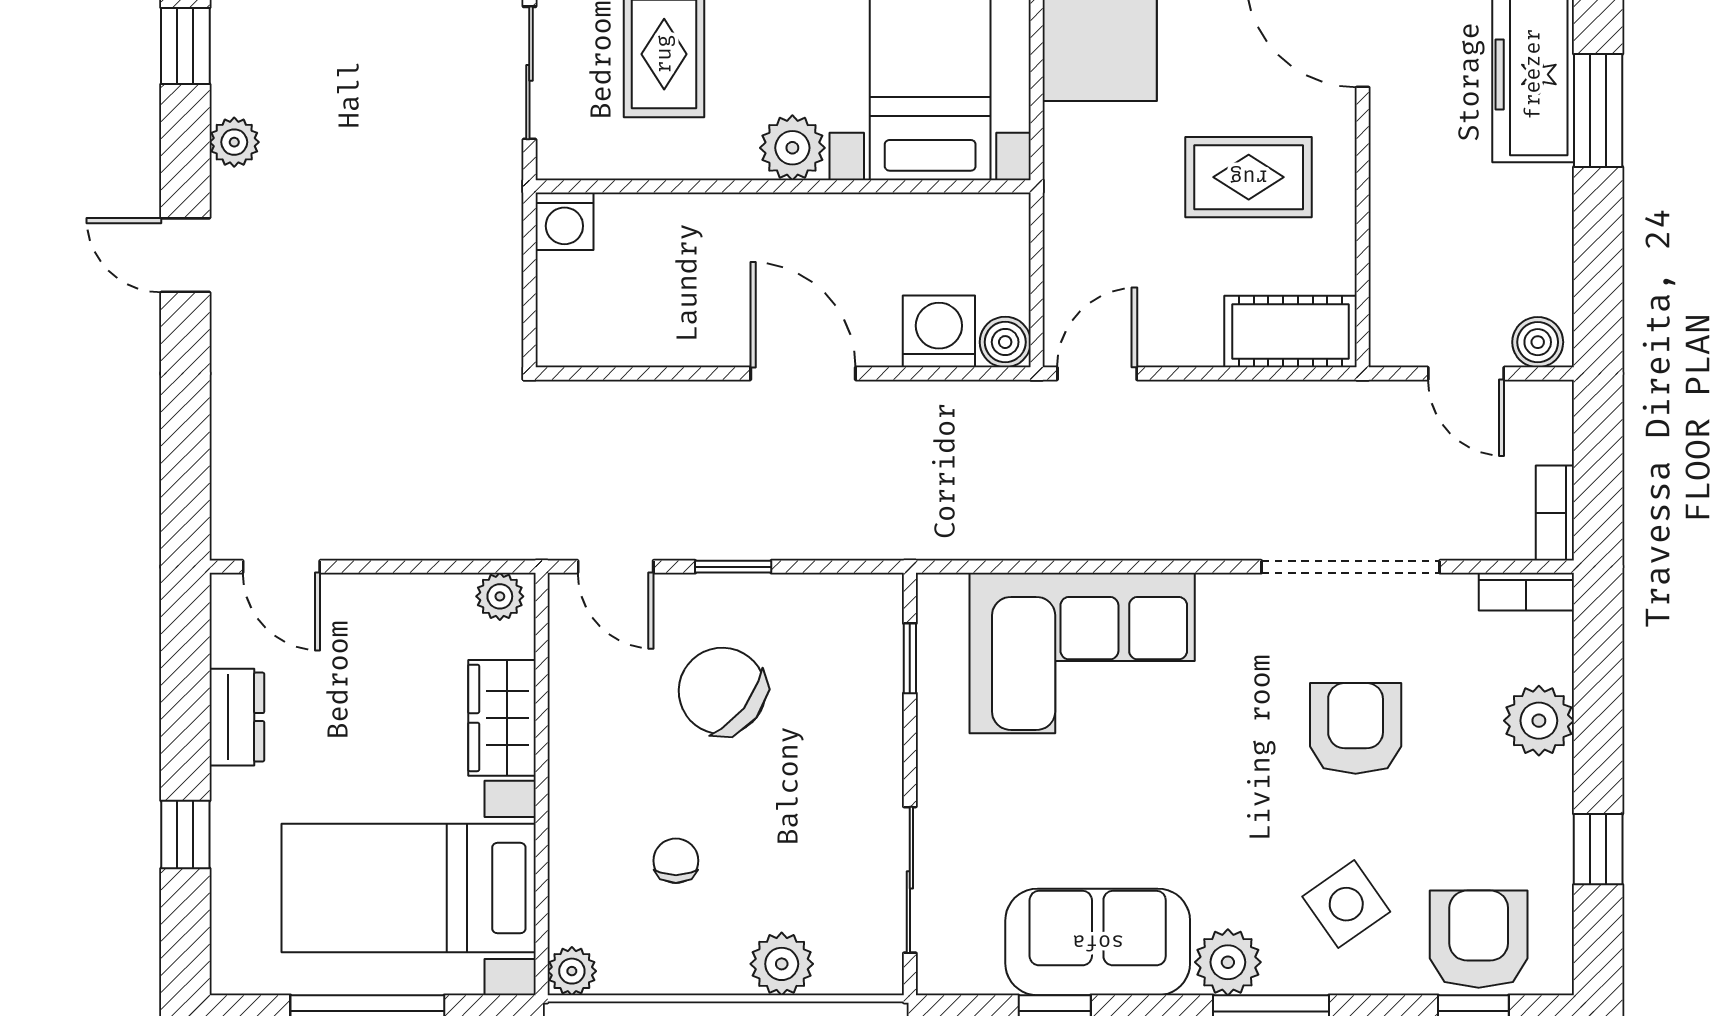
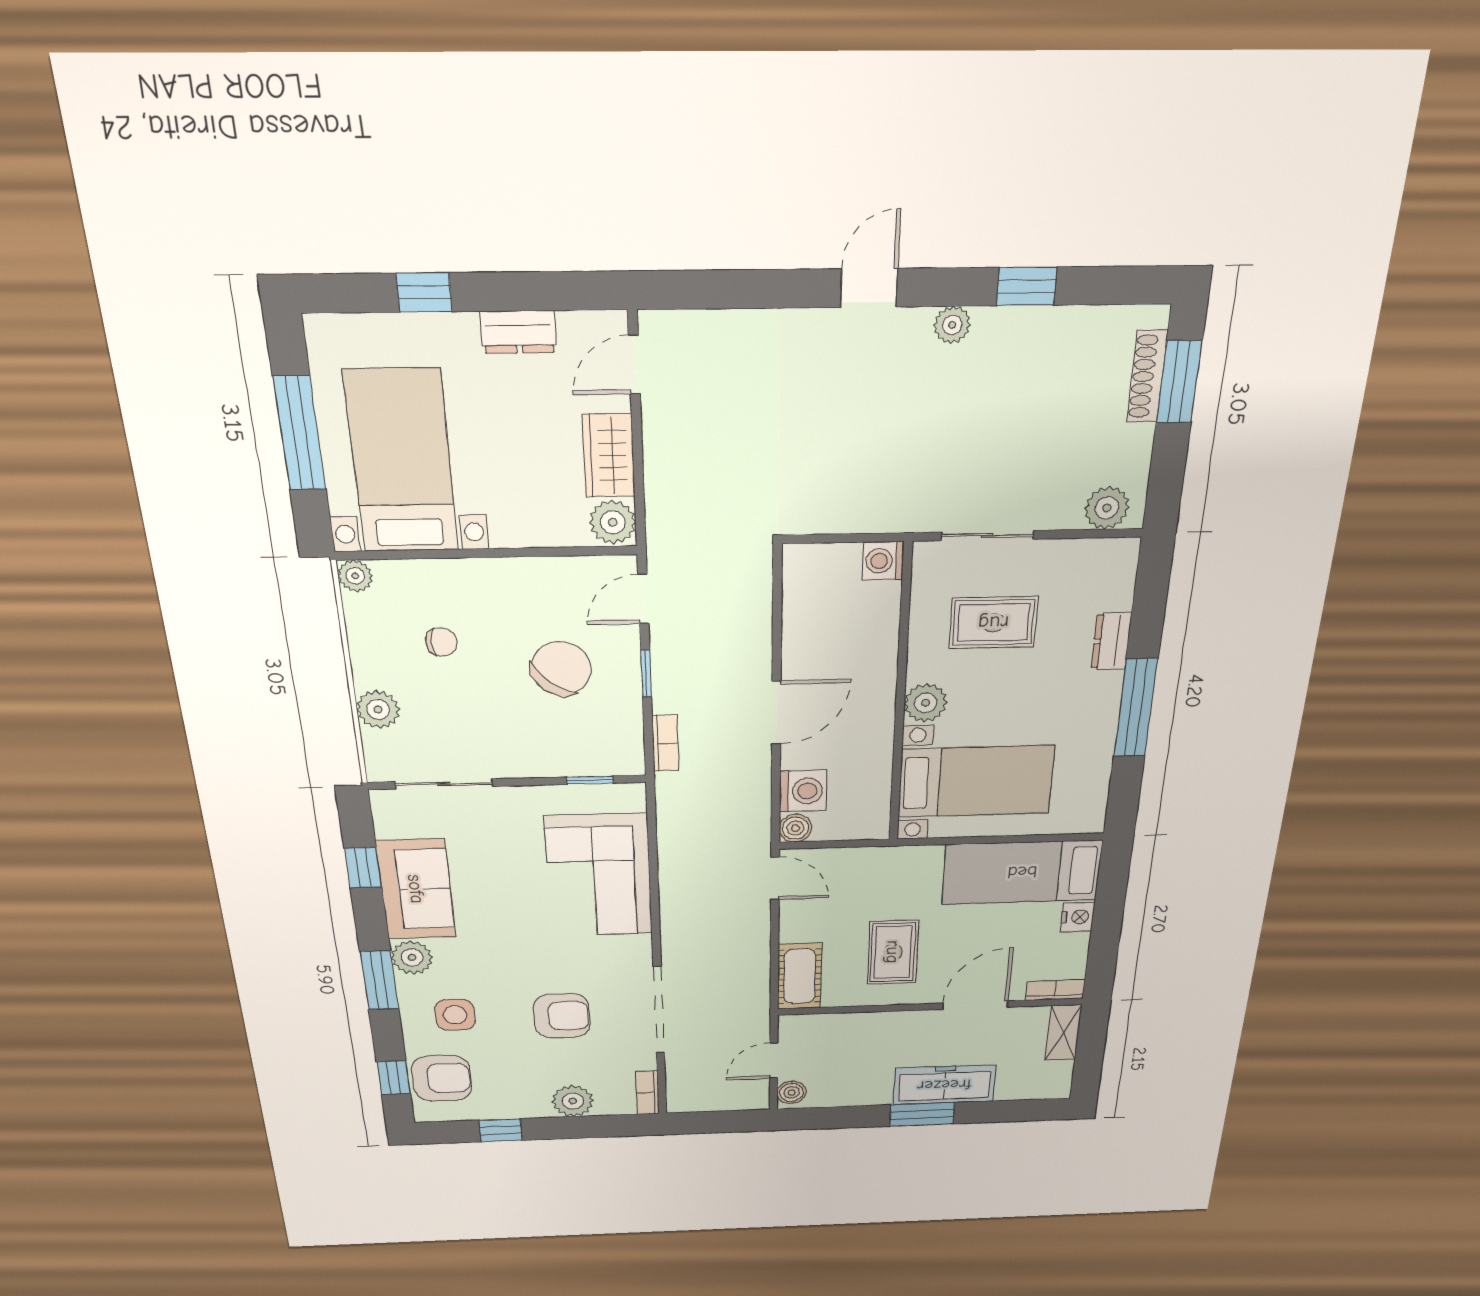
bookcase: (1555, 513) -> (665, 743), moved, turned 90
plant: (500, 596) -> (613, 522), width x1.38, depth x1.38
wardrobe: (502, 718) -> (609, 456), moved, turned -90
side table: (1346, 904) -> (455, 1015), turned 35

